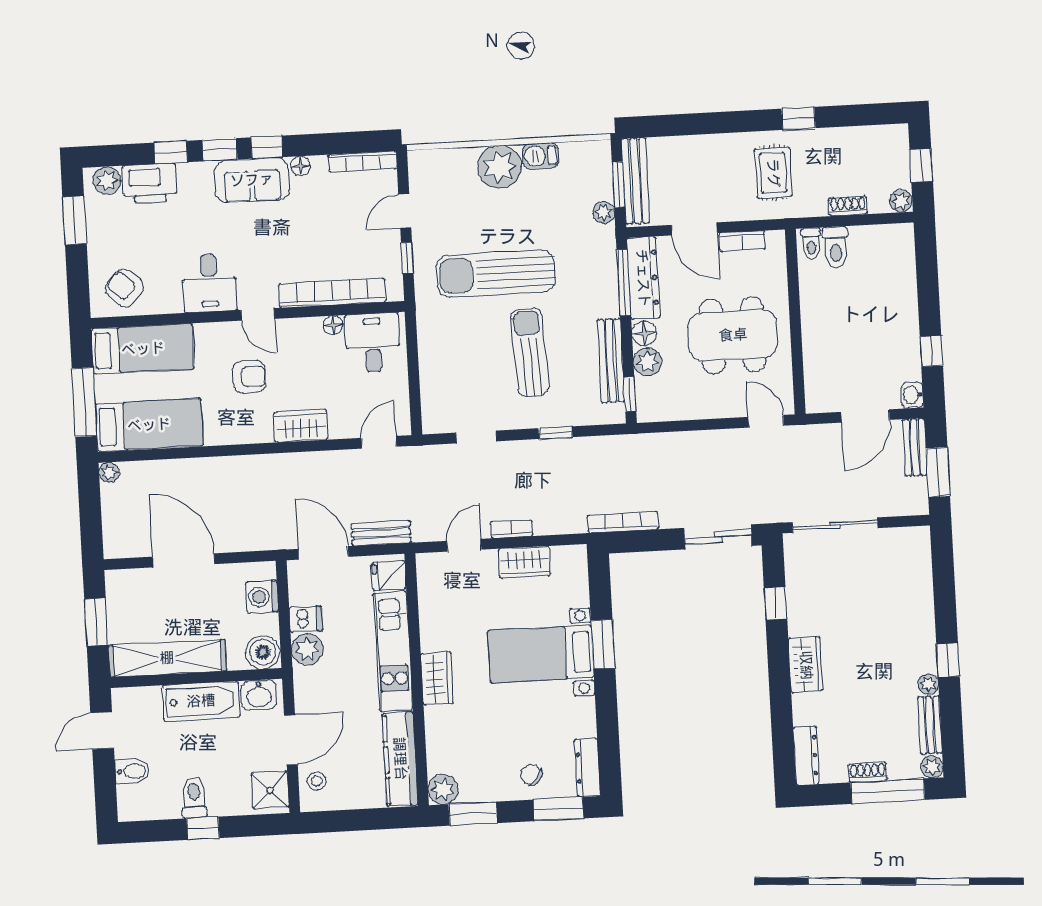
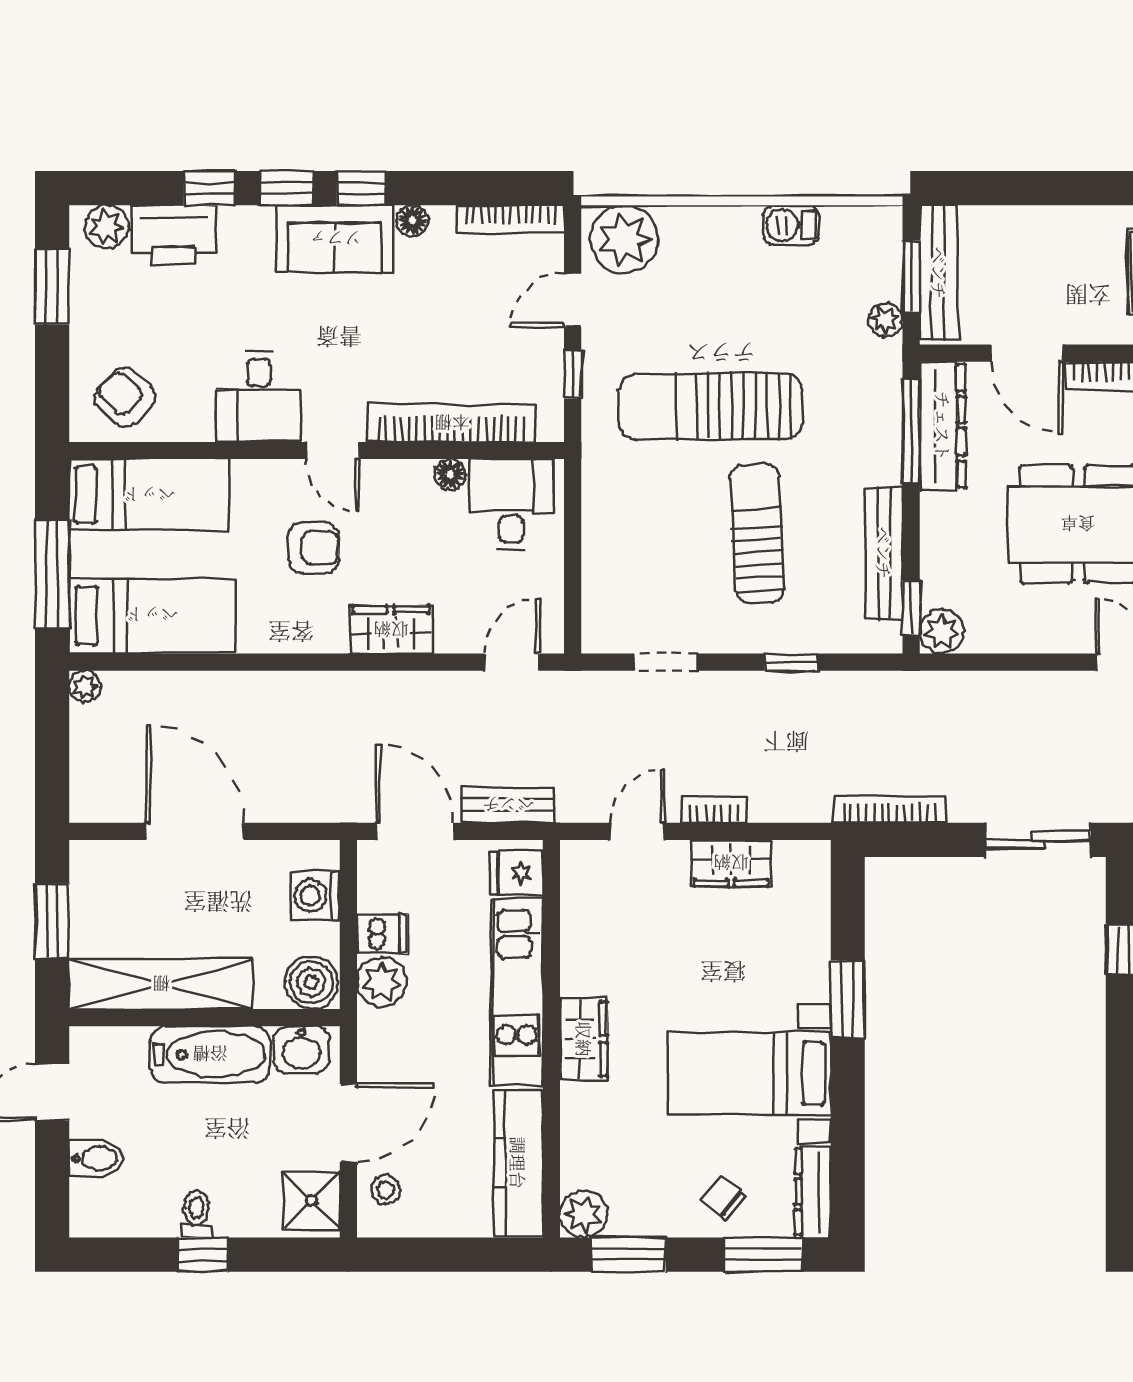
plant: (500, 167) -> (624, 239), moved
floor lamp: (644, 333) -> (939, 513), removed
plant: (648, 362) -> (942, 631), moved
bed with nightstands: (541, 654) -> (749, 1074), moved
toilet: (194, 798) -> (196, 1214), width x0.73, depth x0.72

